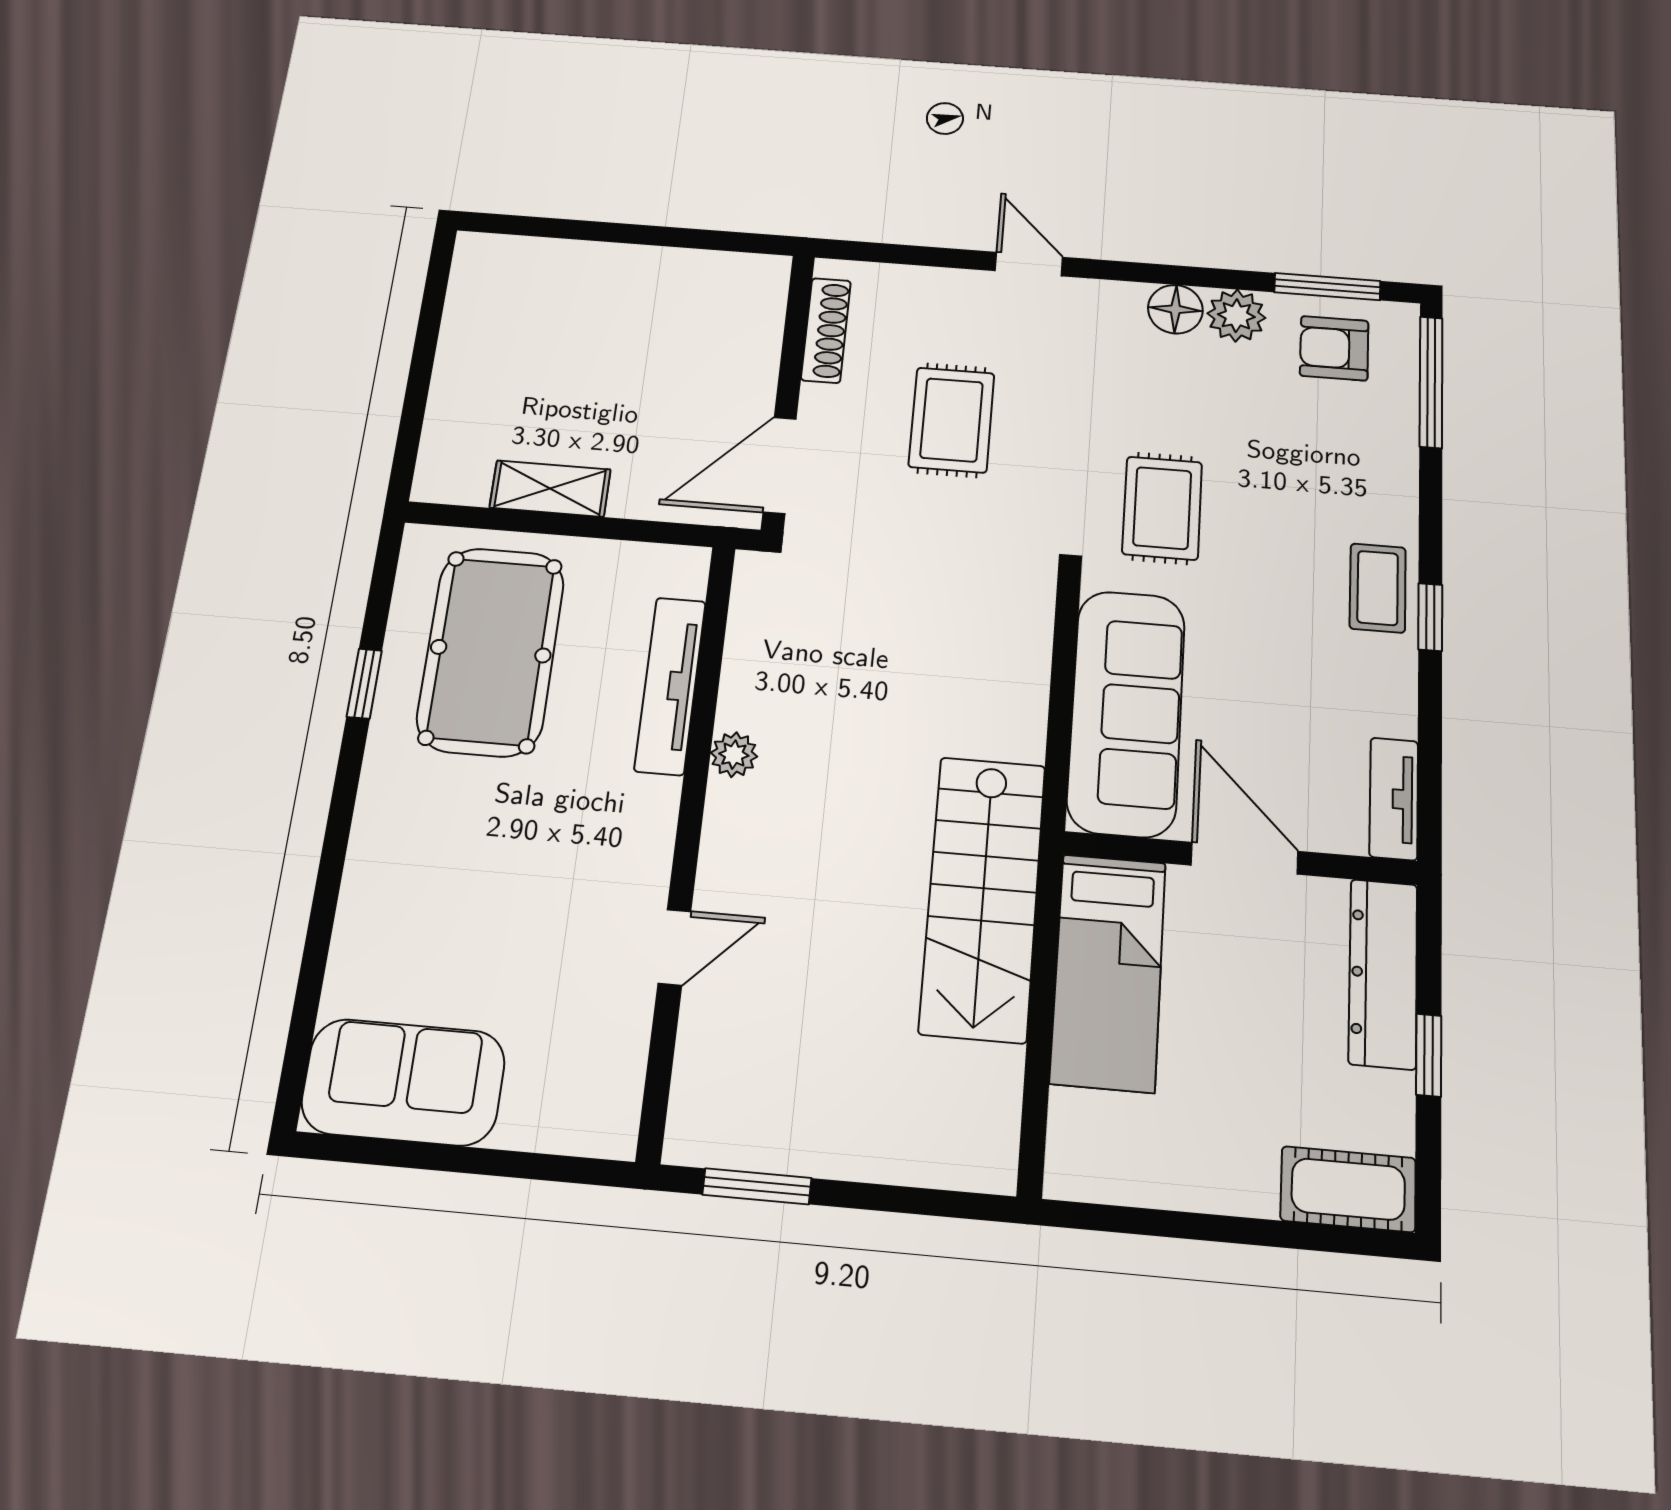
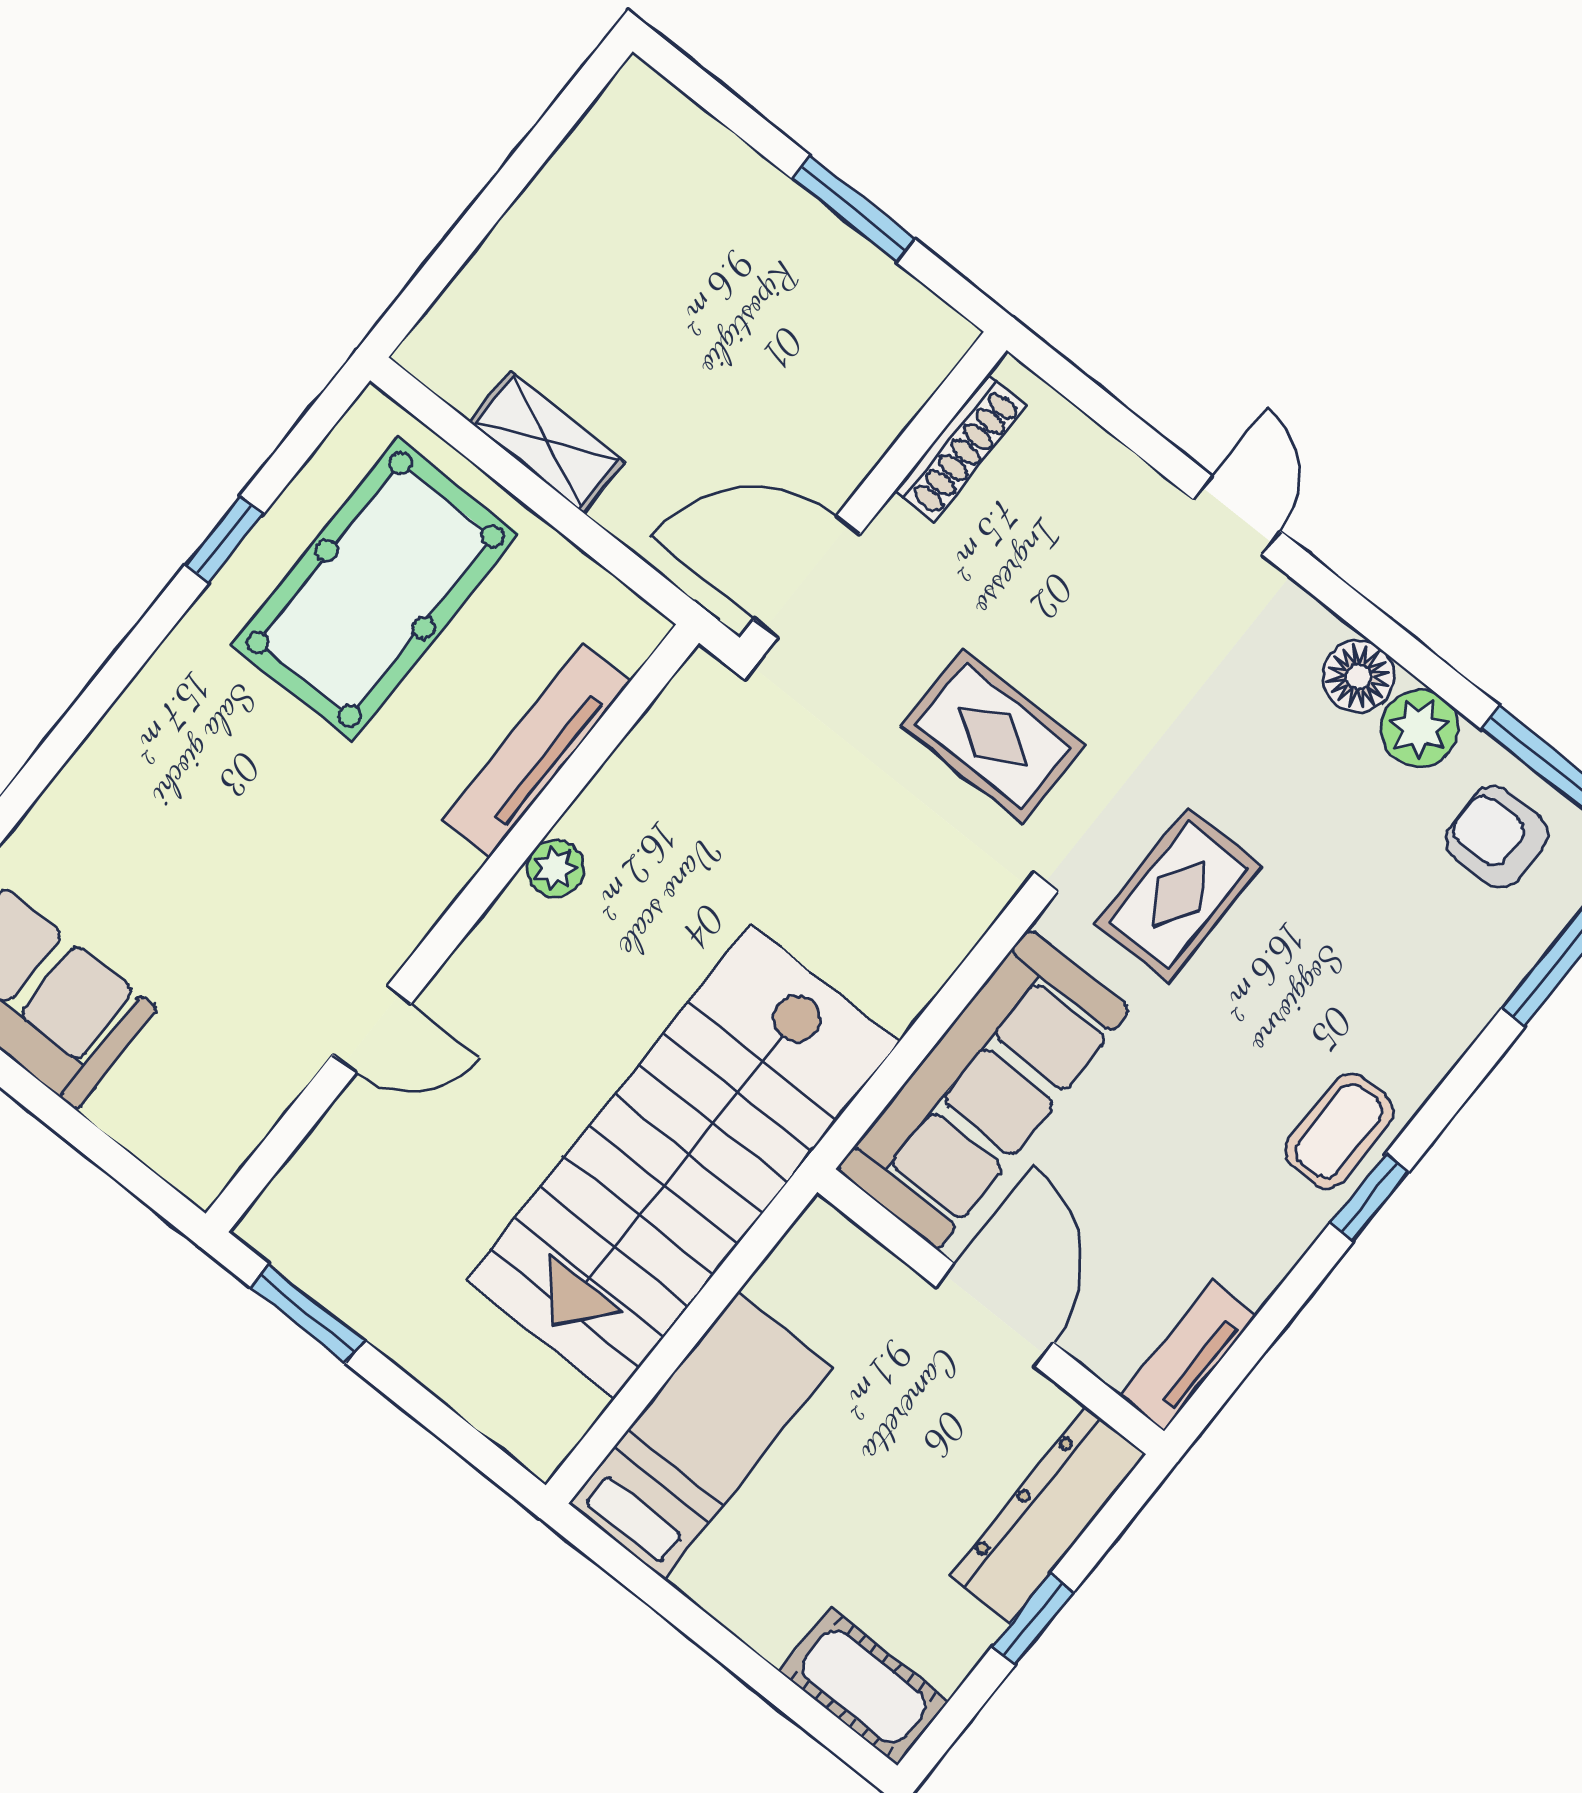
window: (660, 236) -> (854, 209), added
rug: (952, 420) -> (993, 736), moved, turned 90
stairs: (983, 898) -> (683, 1161), width x1.36, depth x1.51
bed: (1108, 972) -> (700, 1436), moved, turned 180

